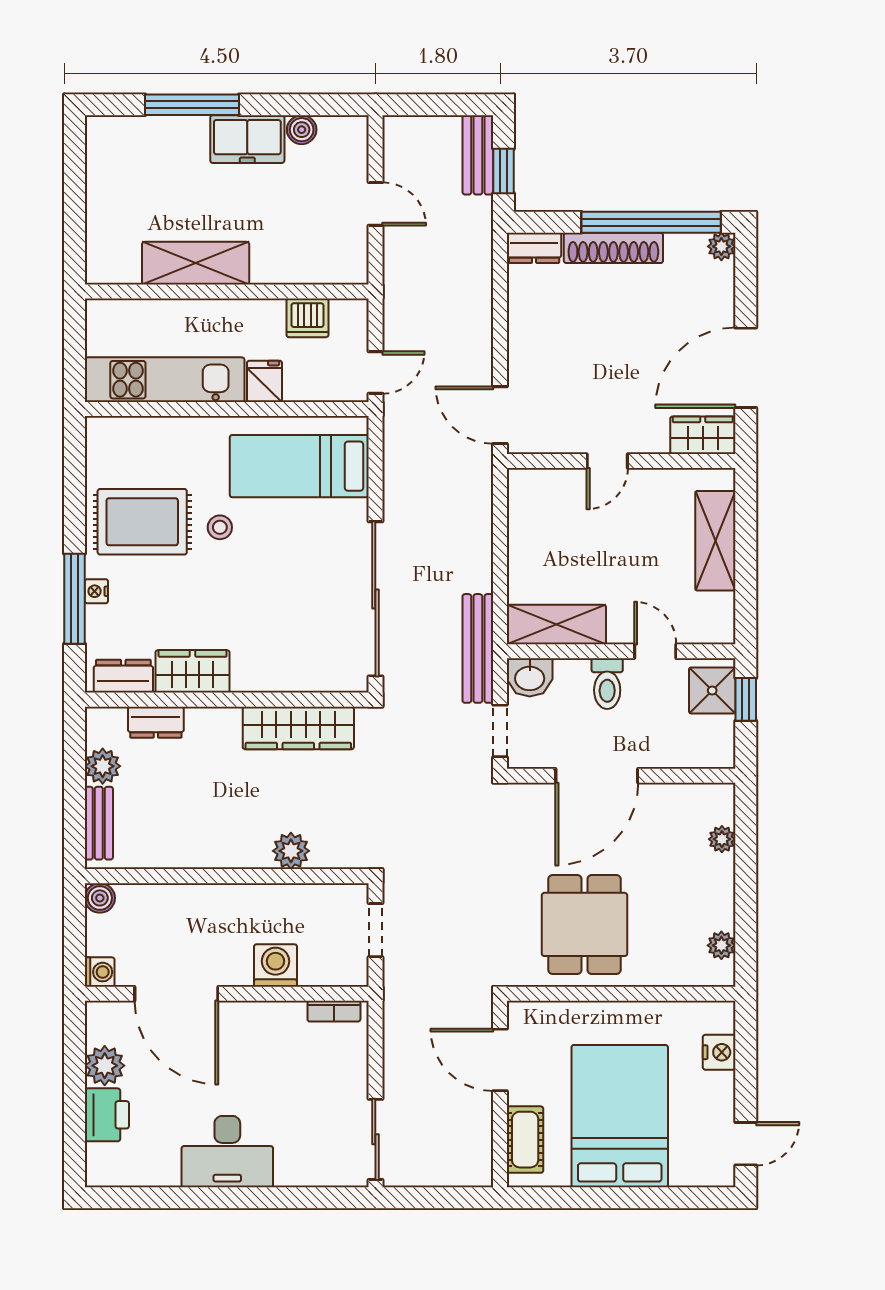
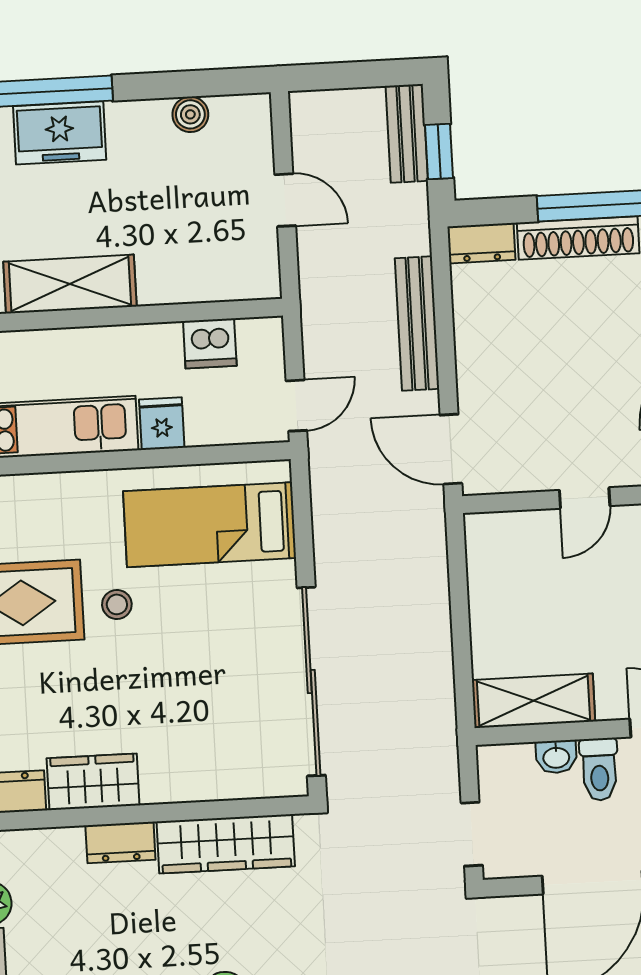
freezer: (247, 139) -> (60, 133), moved
bench: (478, 648) -> (417, 324), moved
washbasin: (530, 677) -> (556, 757), moved, width x0.72, depth x0.69
dresser: (156, 722) -> (120, 843), moved

